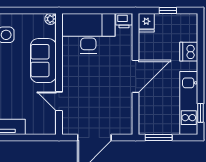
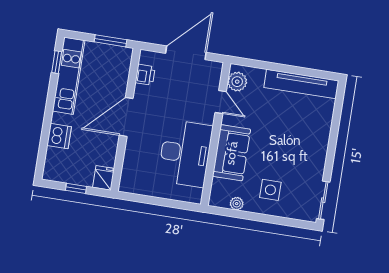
plant: (51, 19) -> (237, 204), moved
printer: (124, 21) -> (145, 75), moved, turned 90
desk: (88, 33) -> (185, 153), moved, turned -90
plant: (48, 120) -> (237, 82), added

